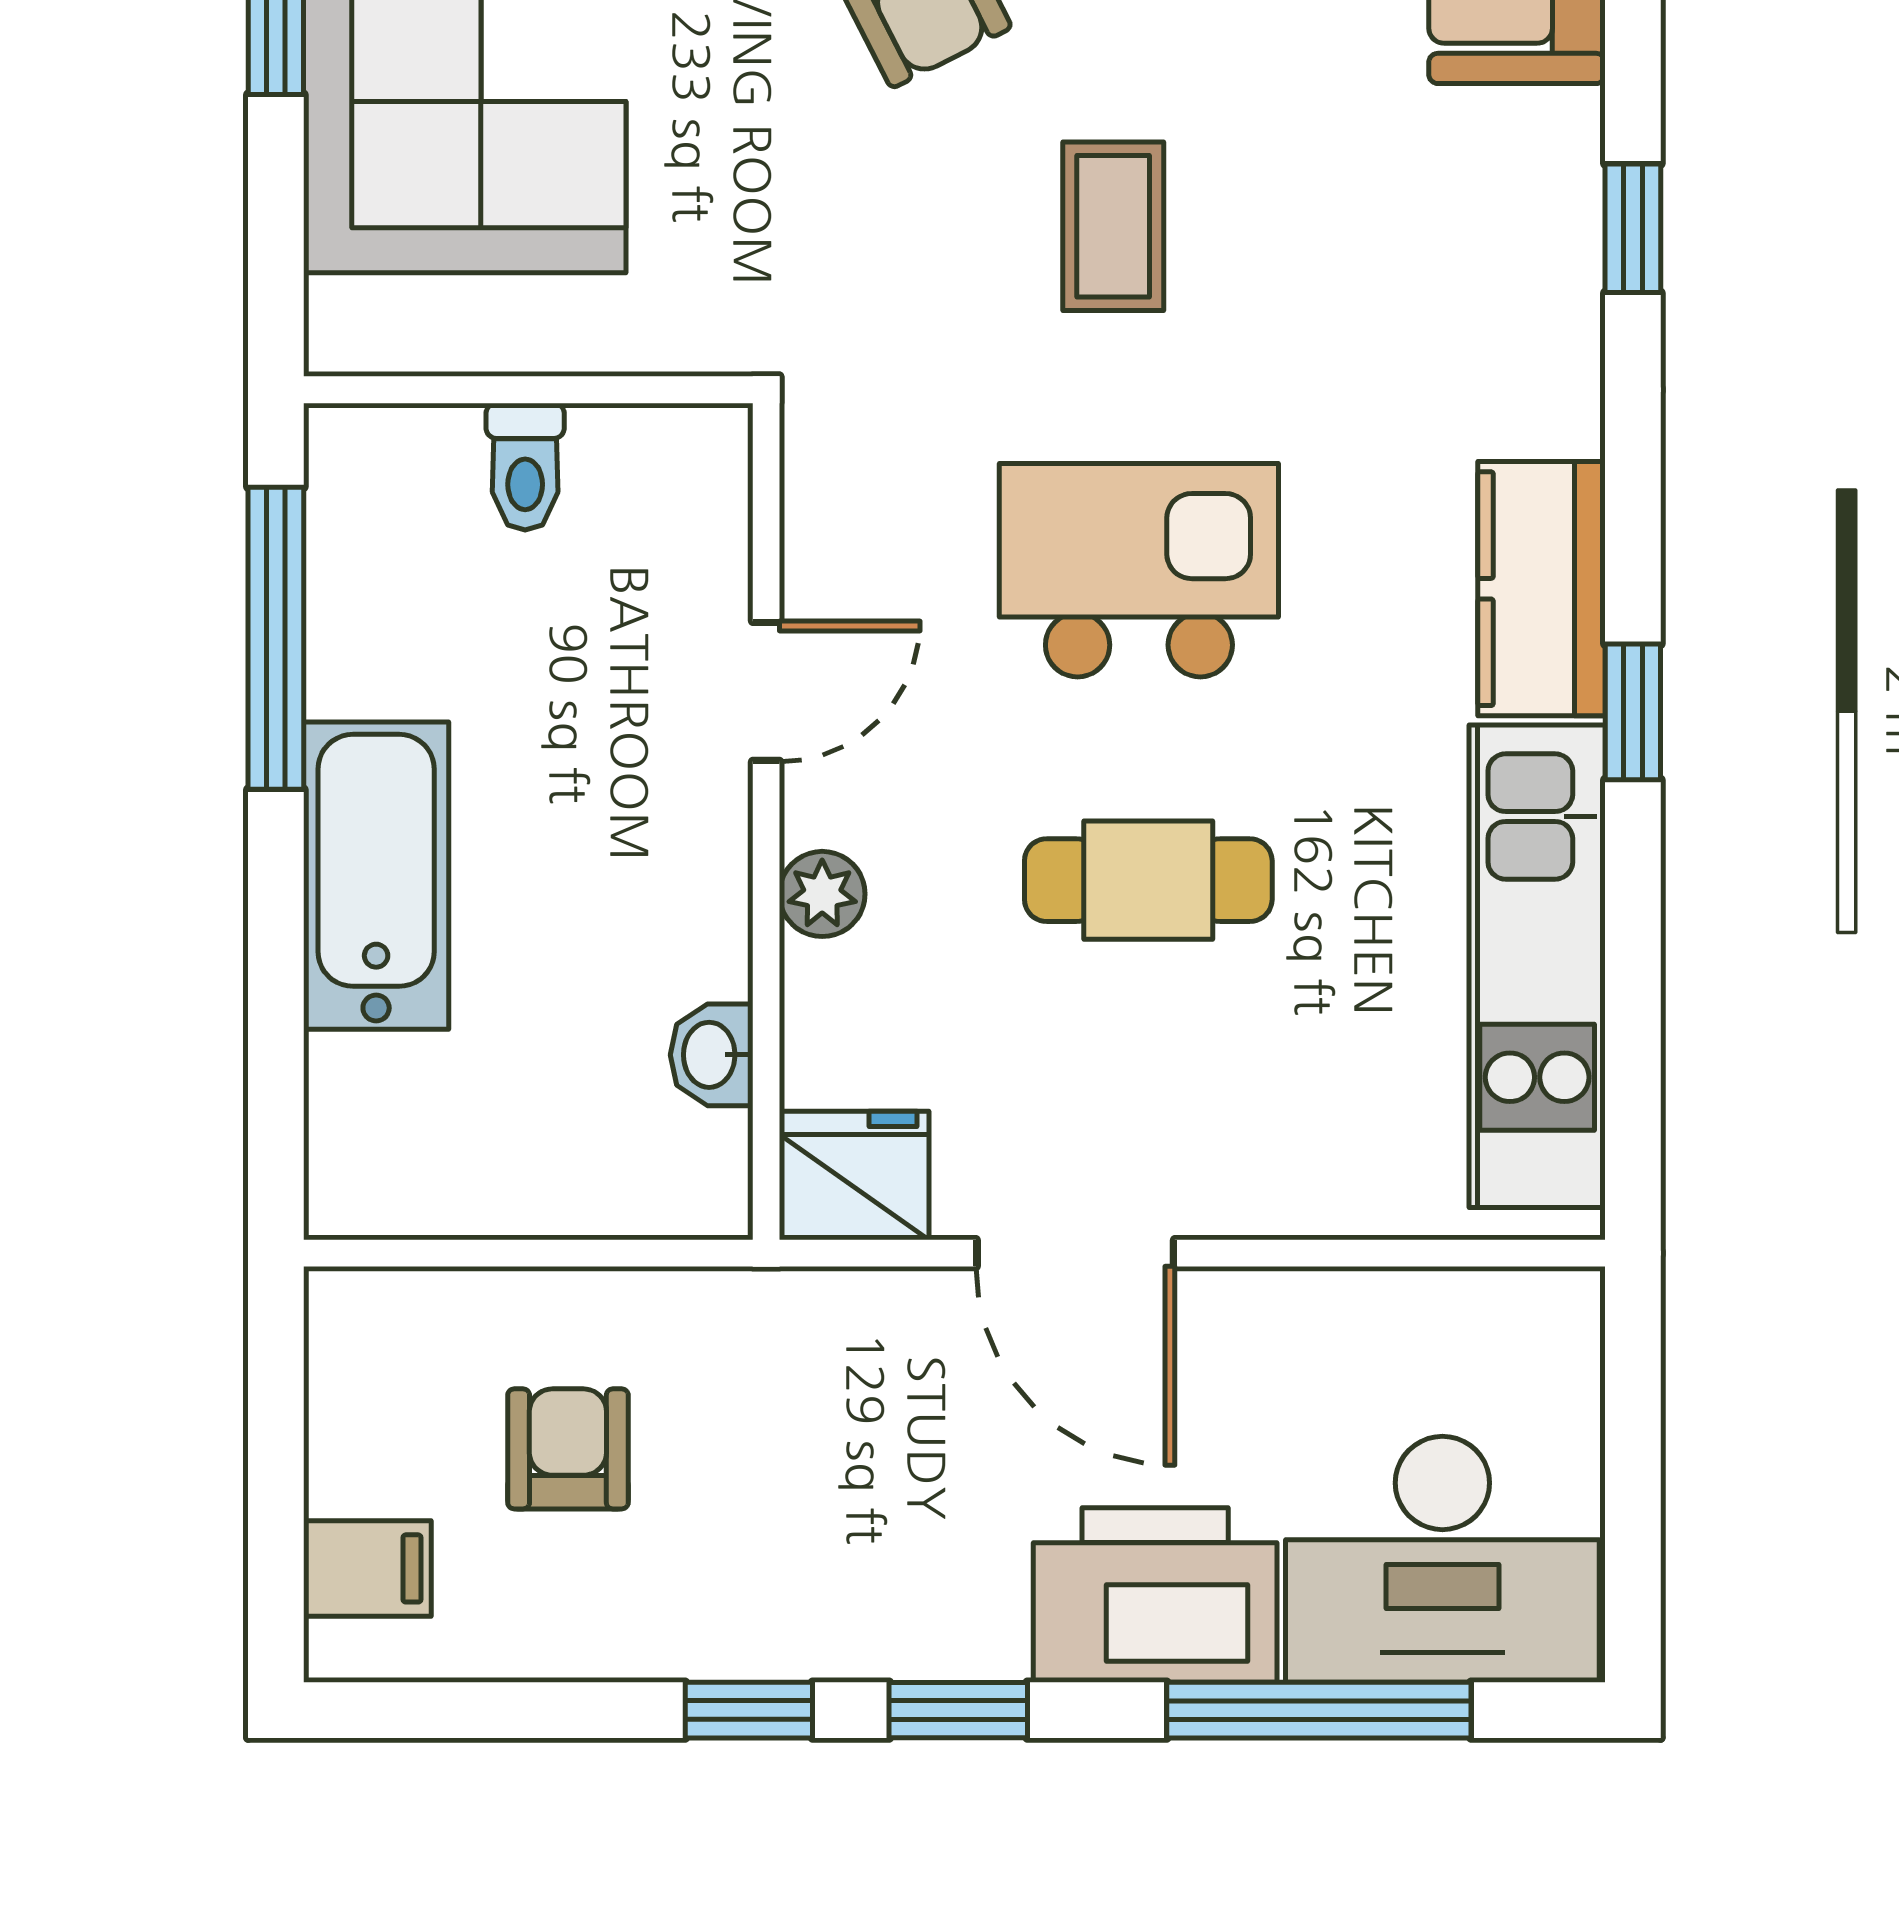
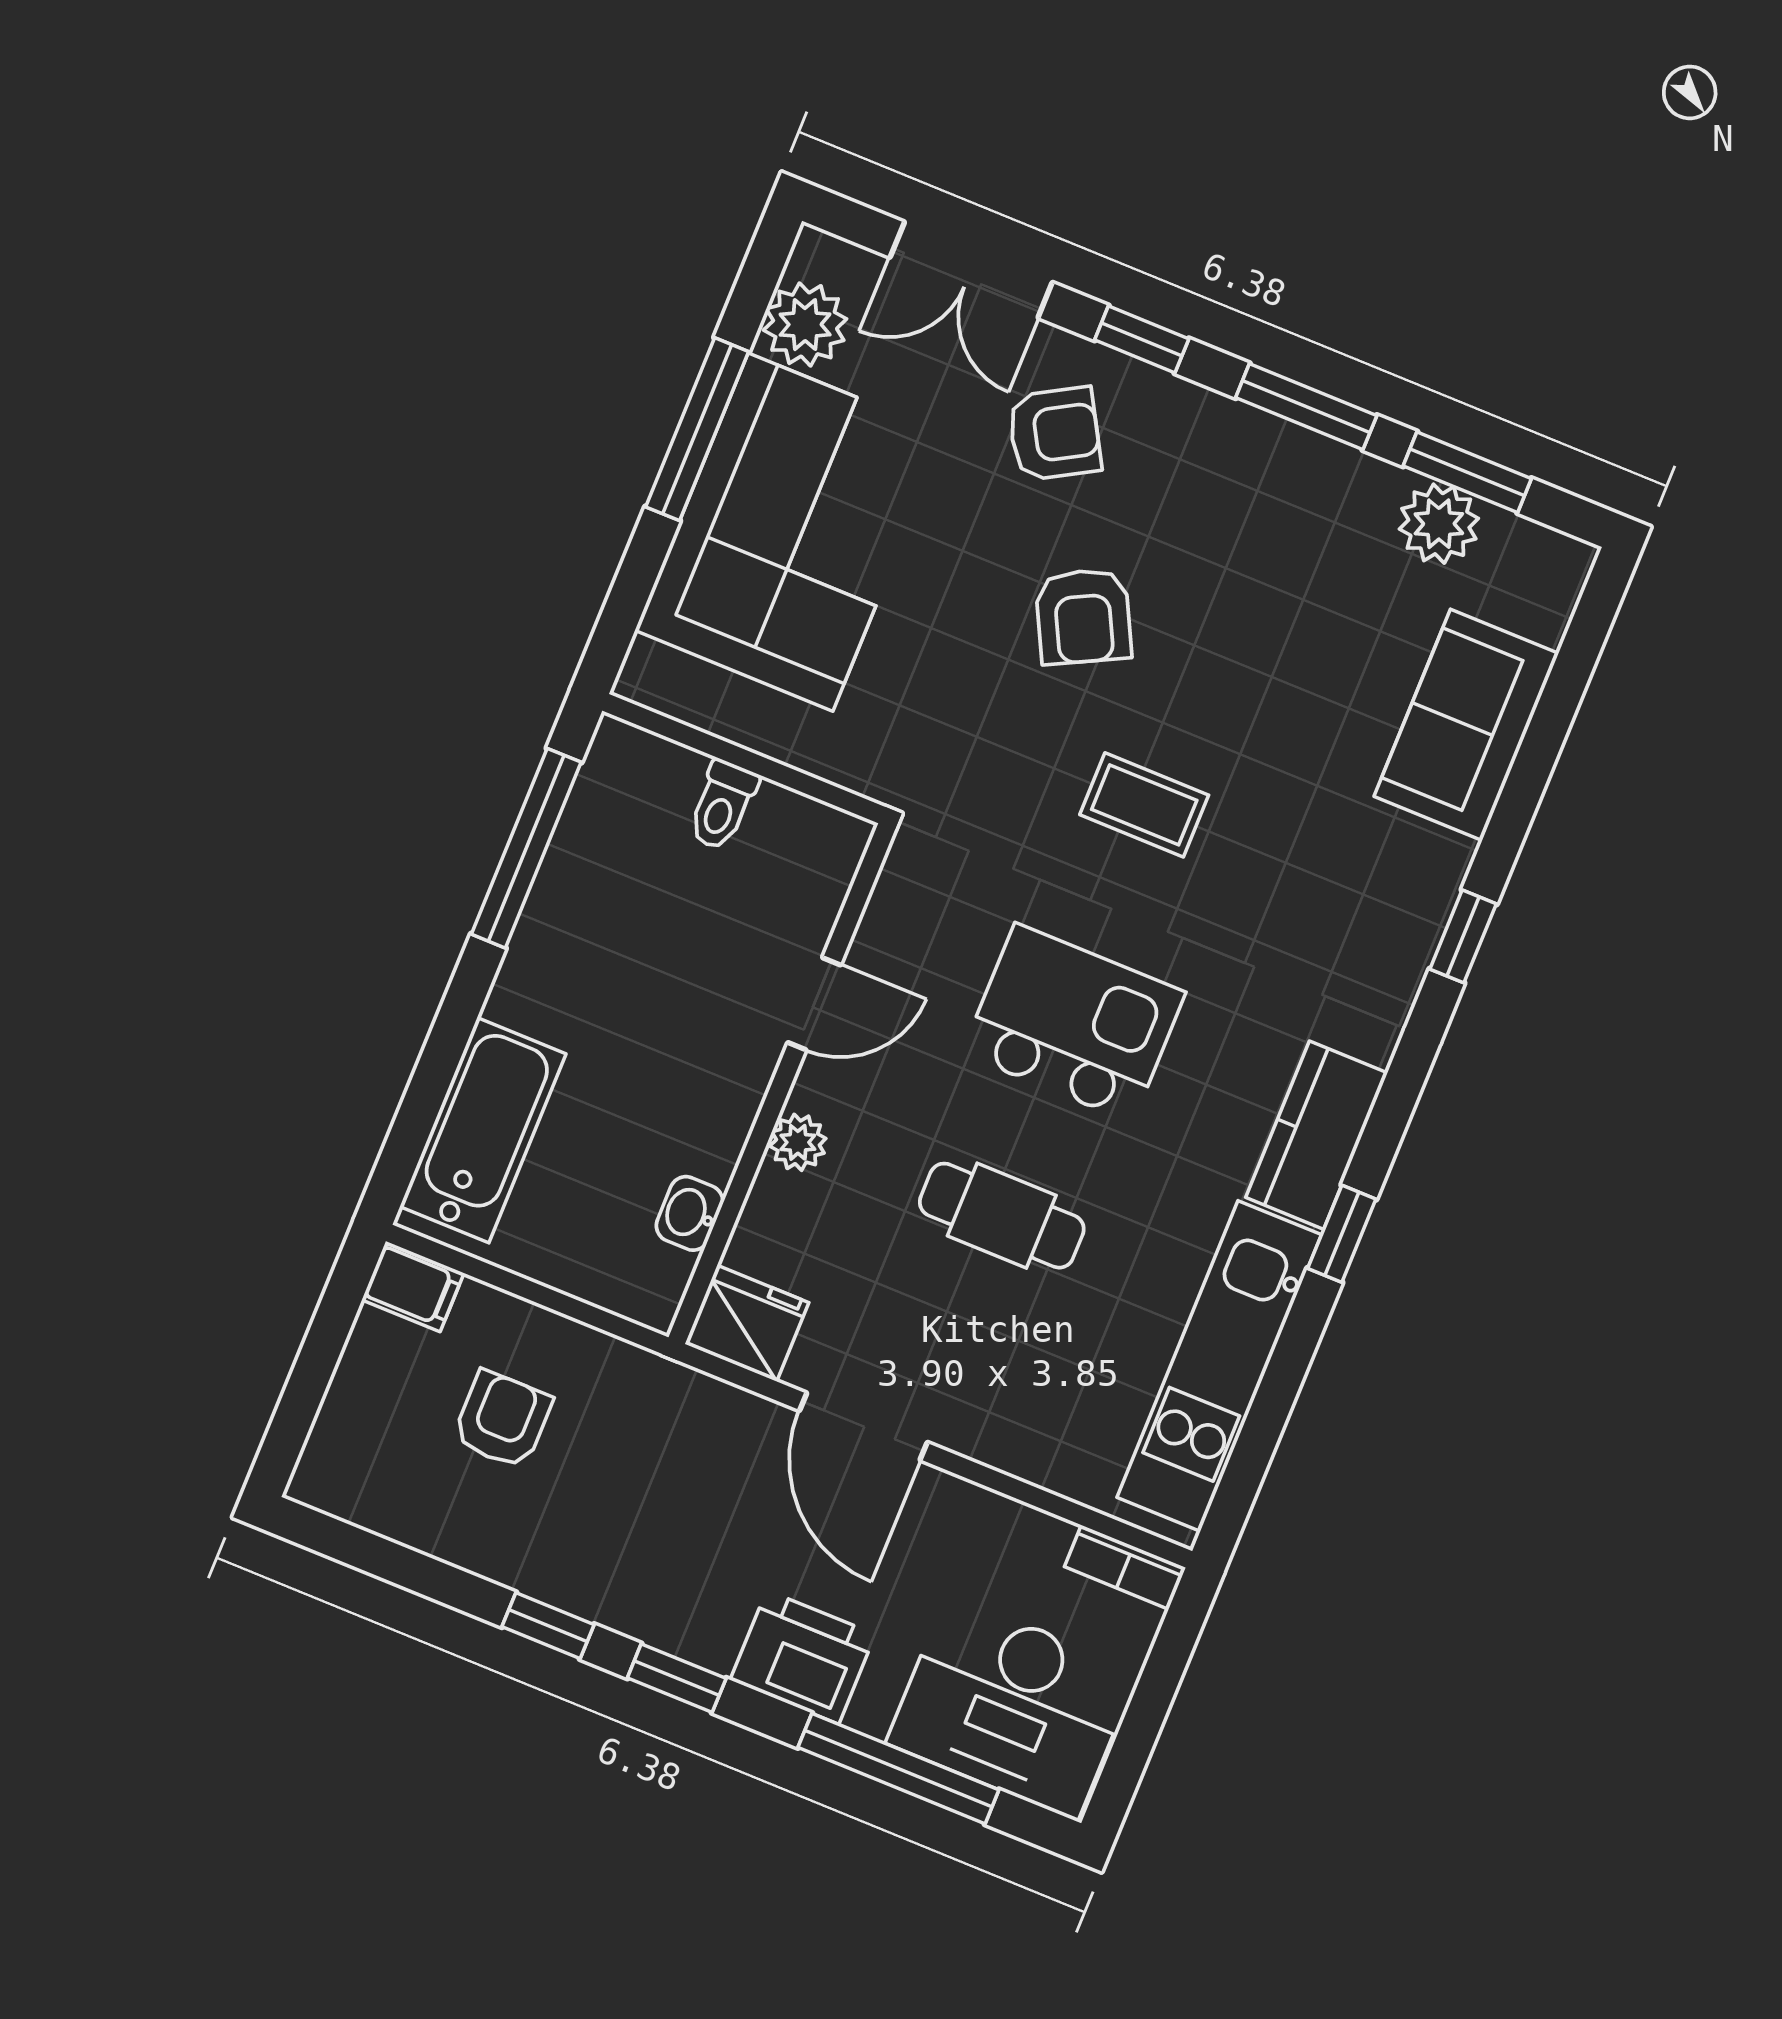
coffee table: (1113, 226) -> (1144, 805), turned 90
bathtub: (376, 876) -> (483, 1130), moved
bookcase: (1520, 1300) -> (1125, 1567), added
filing cabinet: (367, 1568) -> (413, 1286), moved
printer: (1155, 1595) -> (803, 1657), width x0.73, depth x0.84

